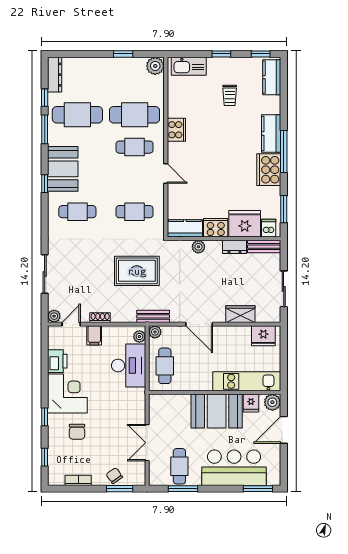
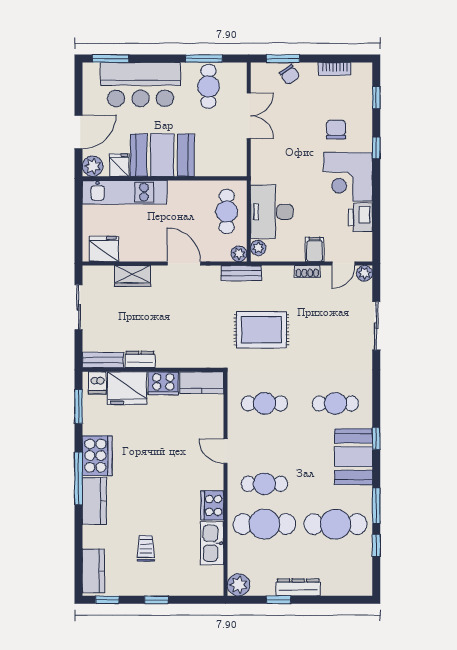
kitchen sink: (189, 66) -> (212, 543), moved, turned -90
dresser: (55, 75) -> (298, 587), moved, turned 90
plant: (198, 247) -> (185, 360), removed

